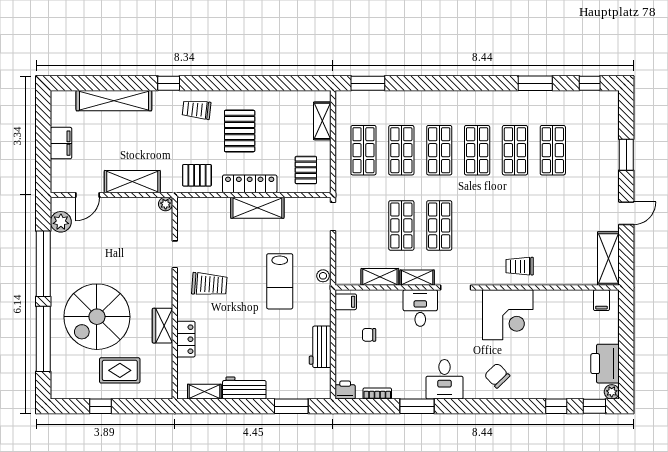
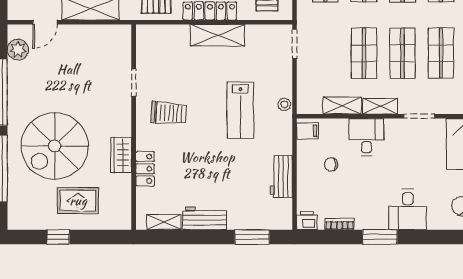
plant: (166, 204) -> (124, 31), removed
shop shelf: (477, 225) -> (441, 53), added
desk: (420, 308) -> (366, 137), moved

